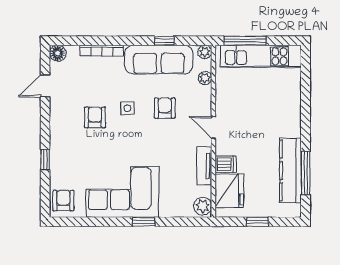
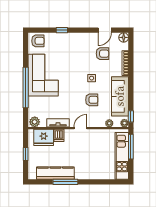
window: (164, 41) -> (131, 116), moved
door: (45, 86) -> (105, 30), swing flipped
armchair: (95, 117) -> (102, 54), moved
window: (306, 173) -> (65, 182), moved
window: (144, 222) -> (26, 88), width x3.17

